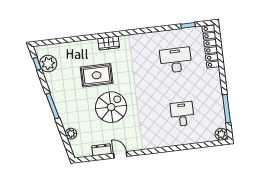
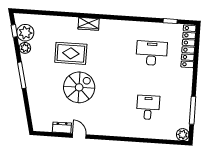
plant: (71, 134) -> (25, 48), moved

